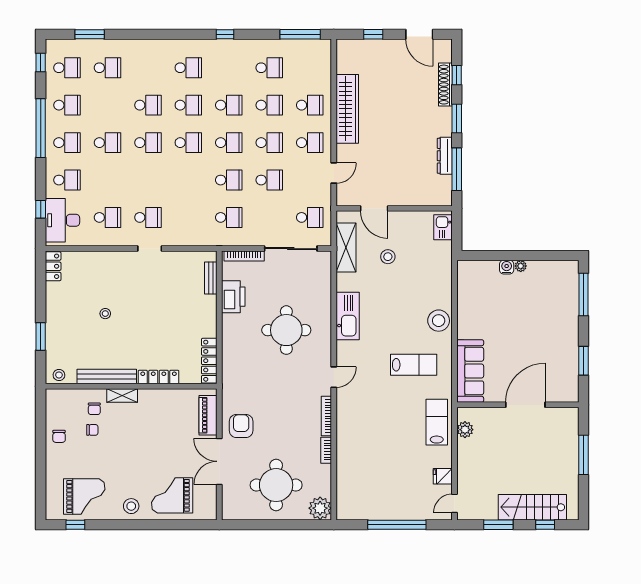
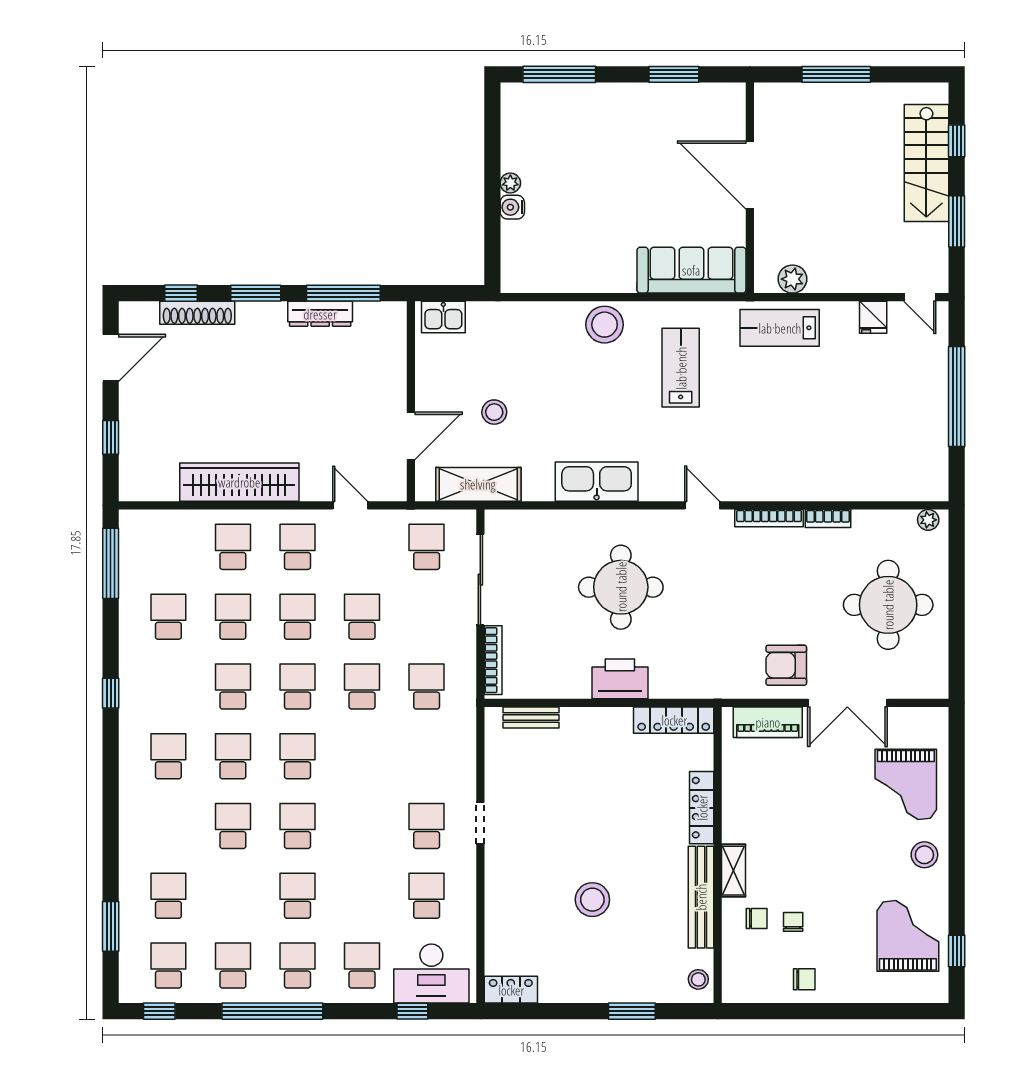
printer: (233, 297) -> (620, 679), moved
stool: (105, 314) -> (592, 900), width x1.89, depth x1.89
plant: (320, 508) -> (928, 520), width x0.53, depth x0.53

